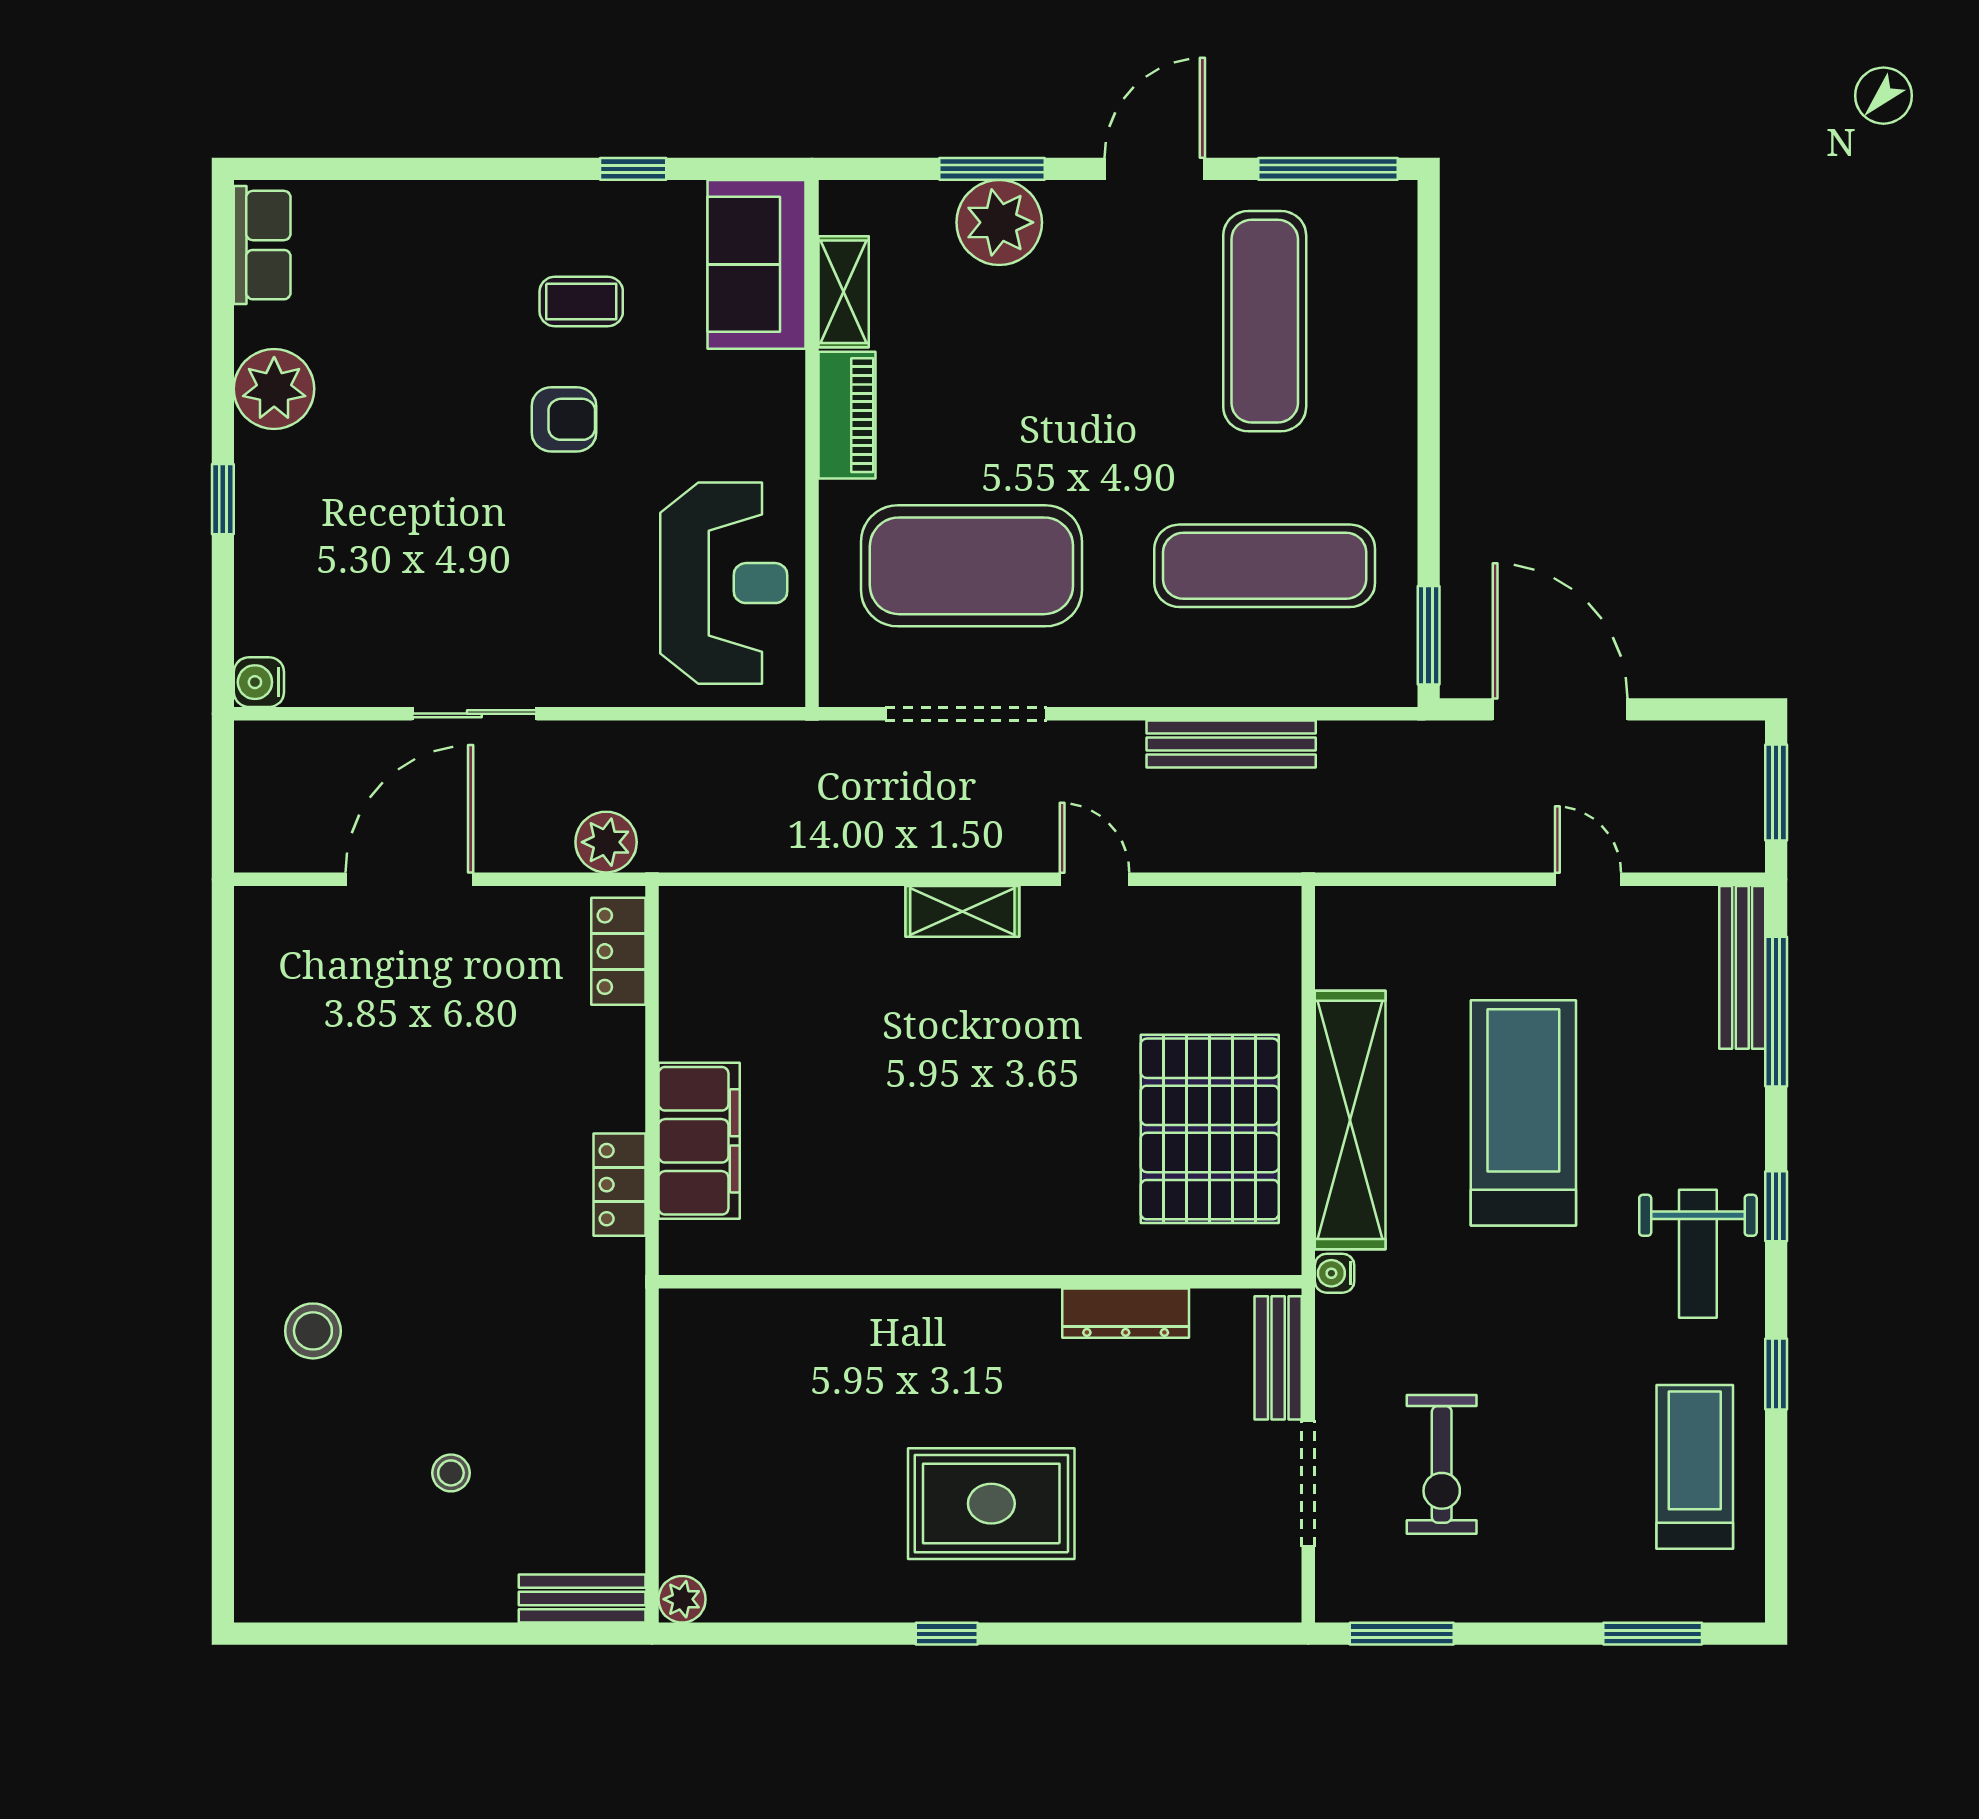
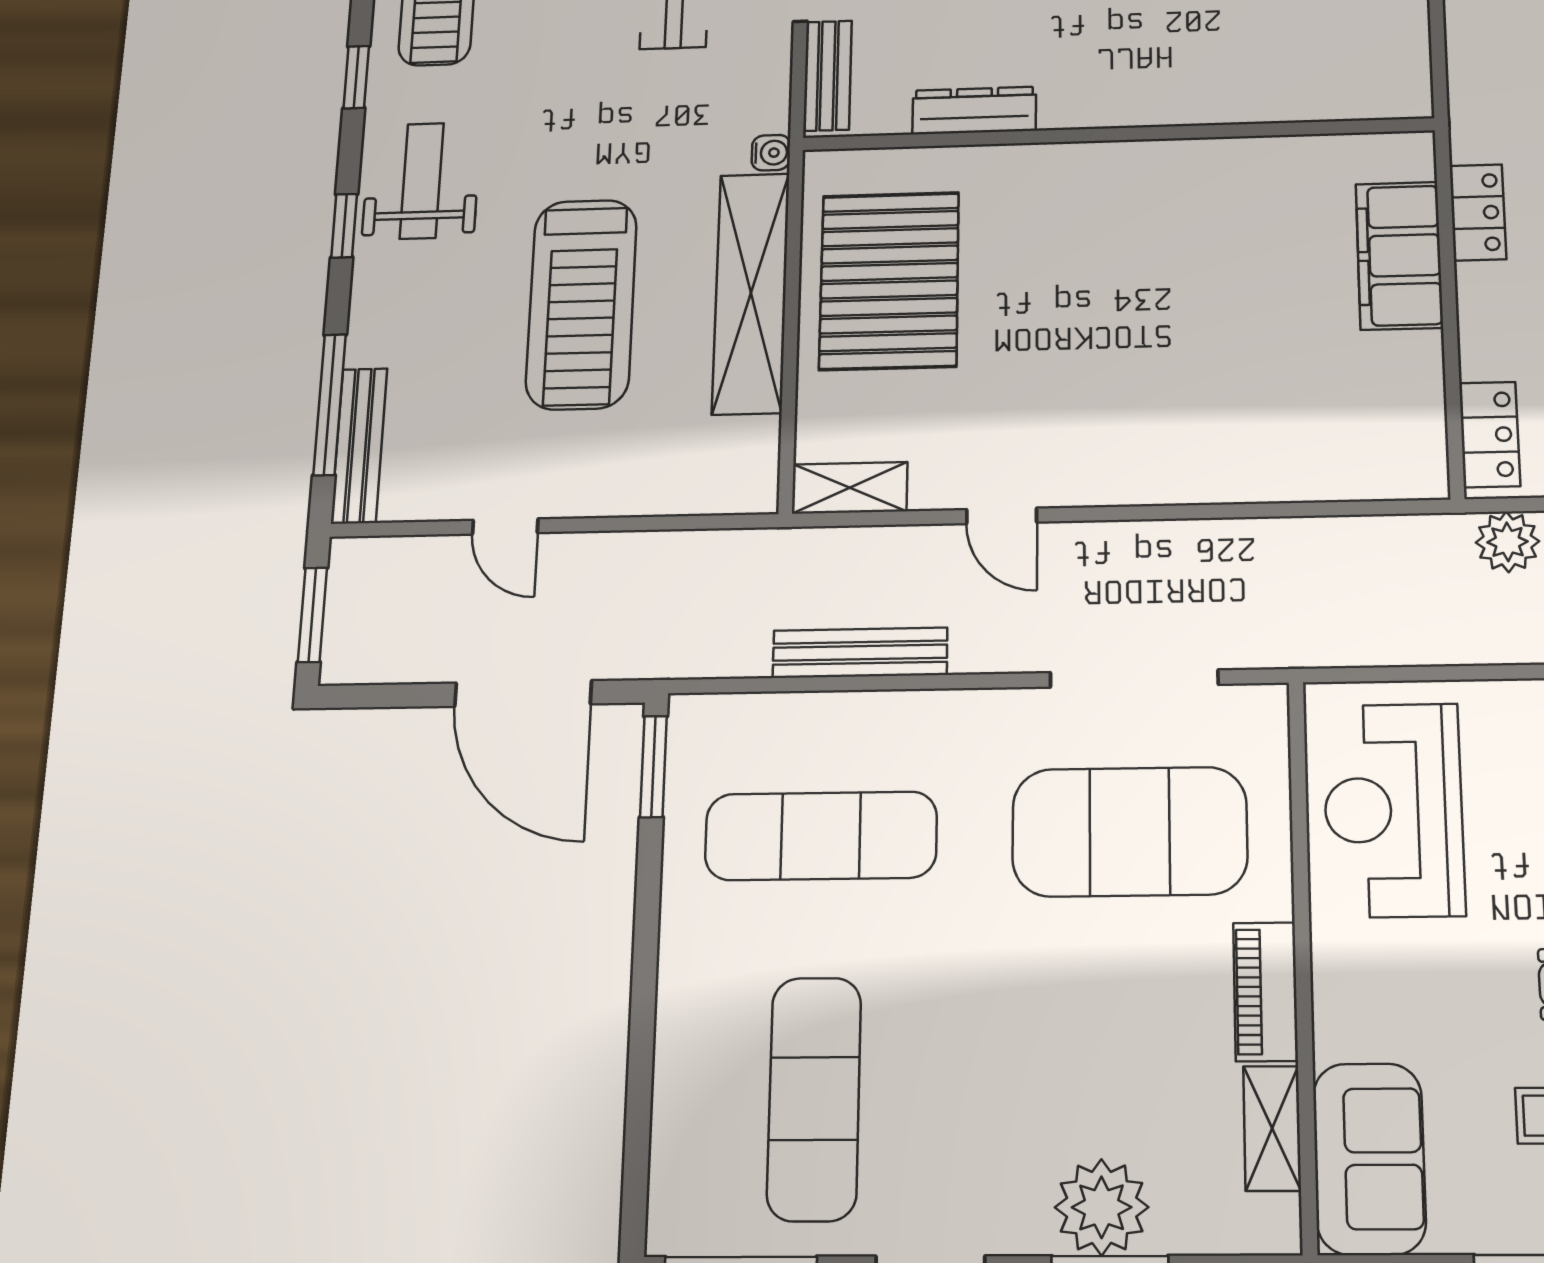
shelving: (962, 911) -> (850, 488), moved

